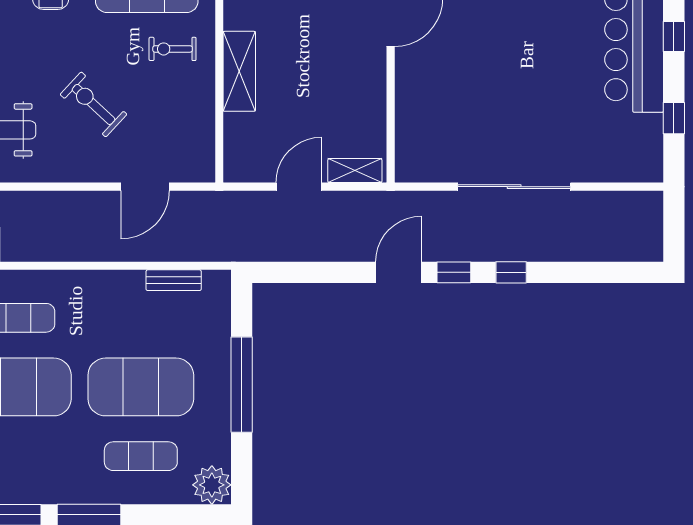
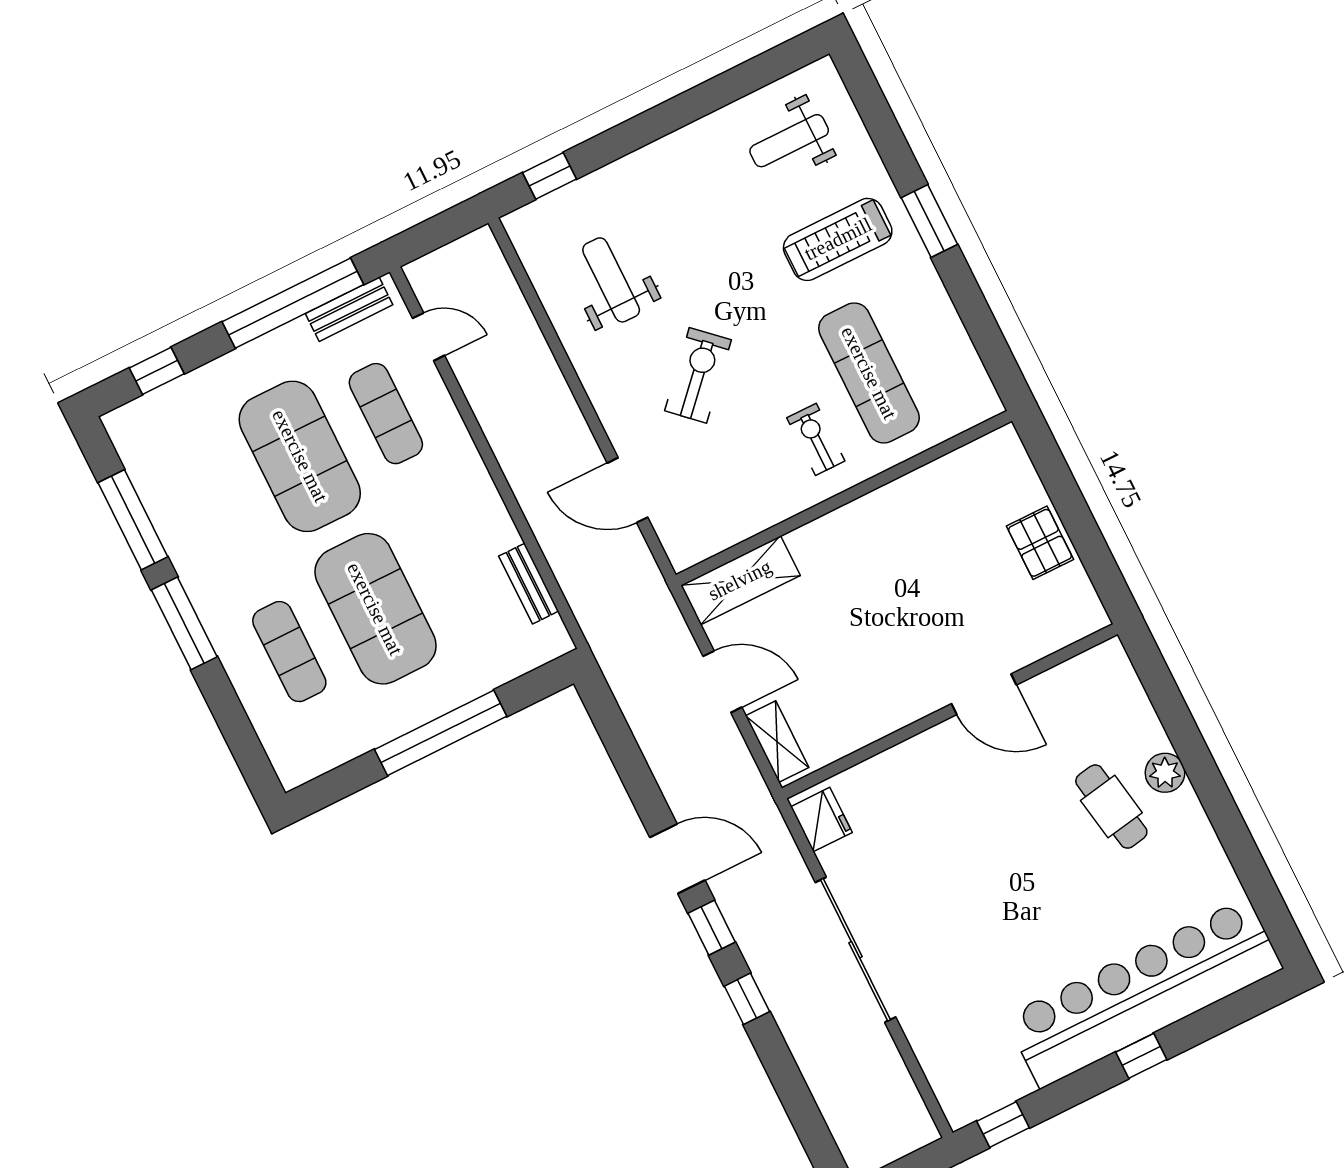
shelving: (239, 71) -> (740, 580), moved
window: (674, 118) -> (1003, 1124), moved
fridge: (419, 167) -> (821, 820), added
plant: (212, 485) -> (297, 758), removed

